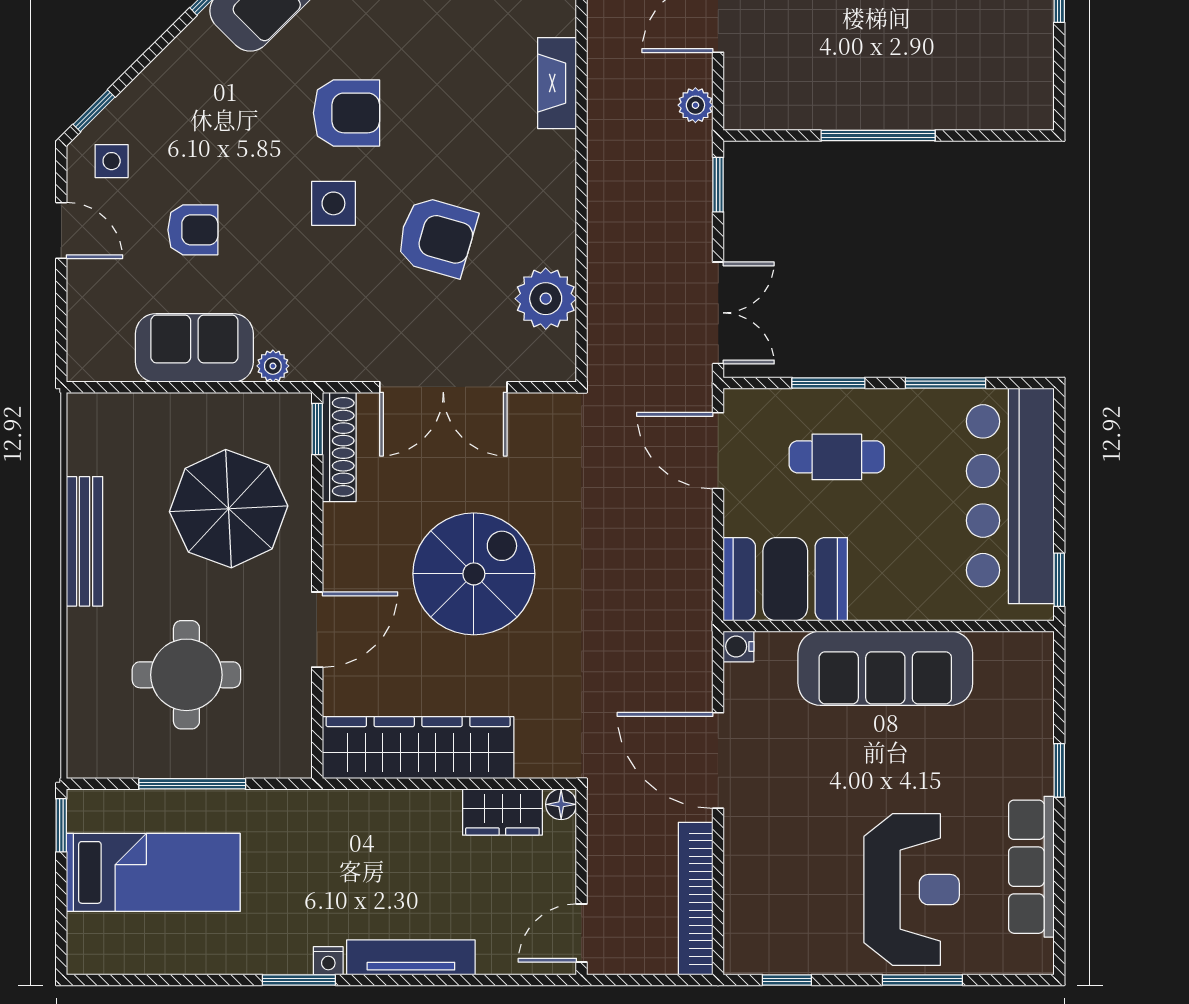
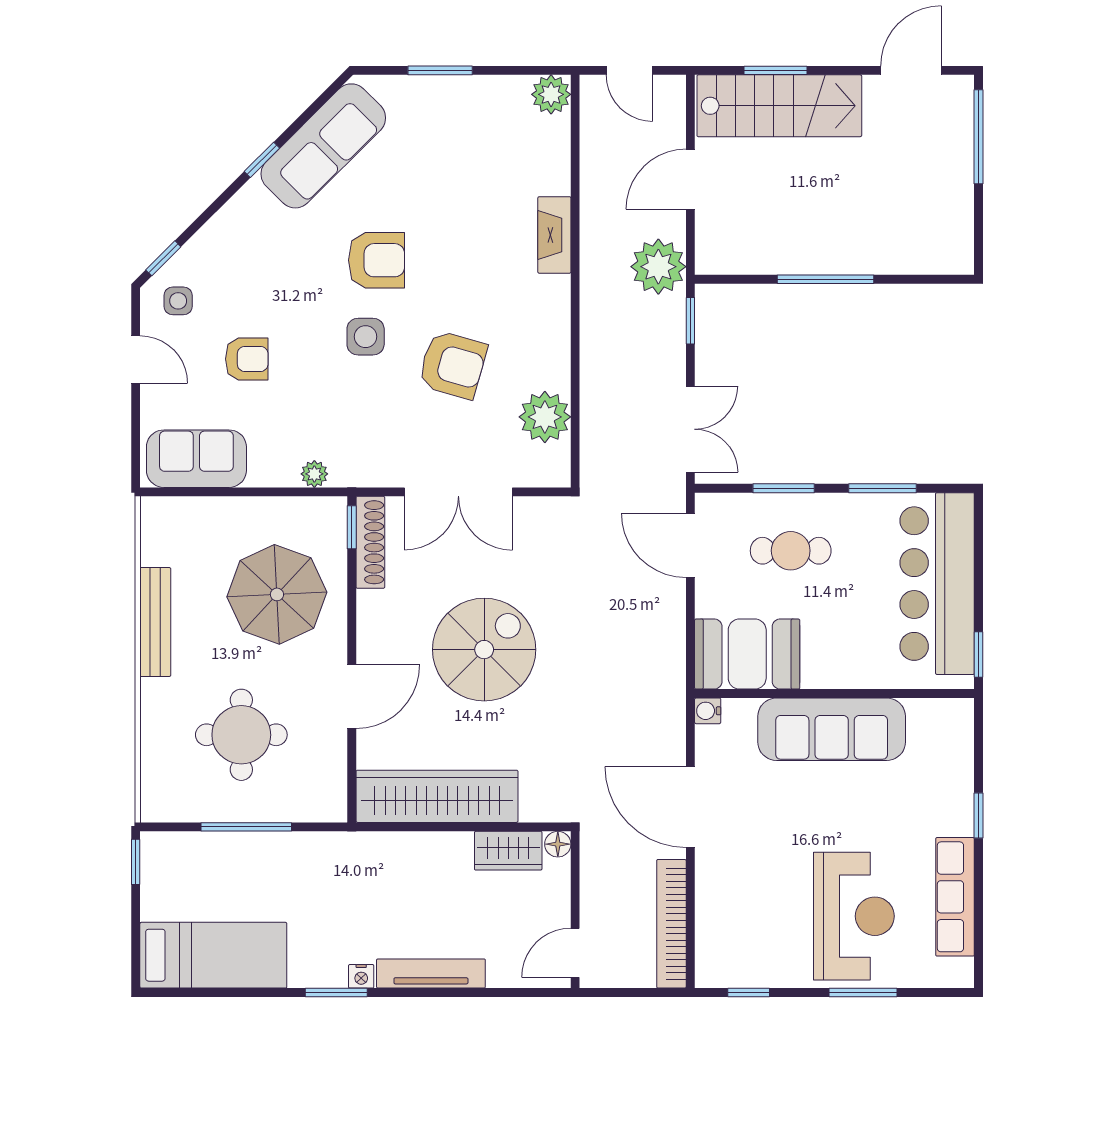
plant: (695, 105) -> (658, 267), width x1.88, depth x1.88
sofa: (194, 348) -> (196, 459), moved
bed: (153, 872) -> (213, 955), moved

